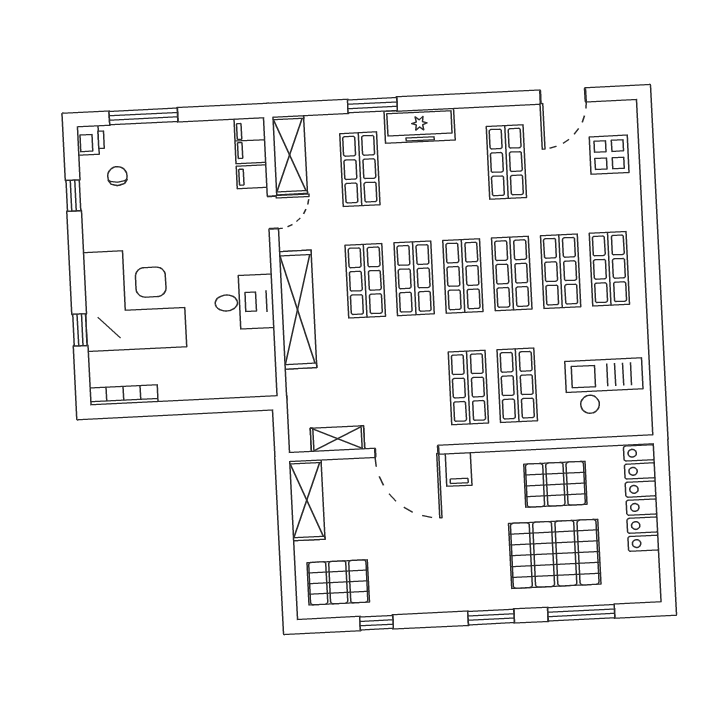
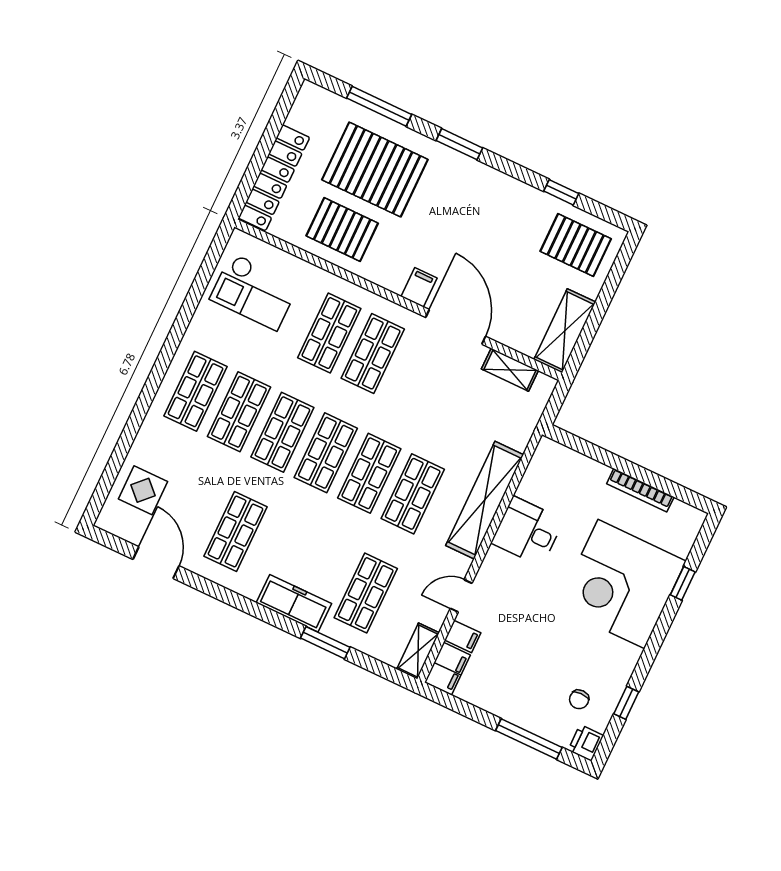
door: (563, 96) -> (156, 563), hinge flipped
shelving: (290, 155) -> (418, 651), width x0.67, depth x0.75
bookcase: (124, 395) -> (640, 490), moved

